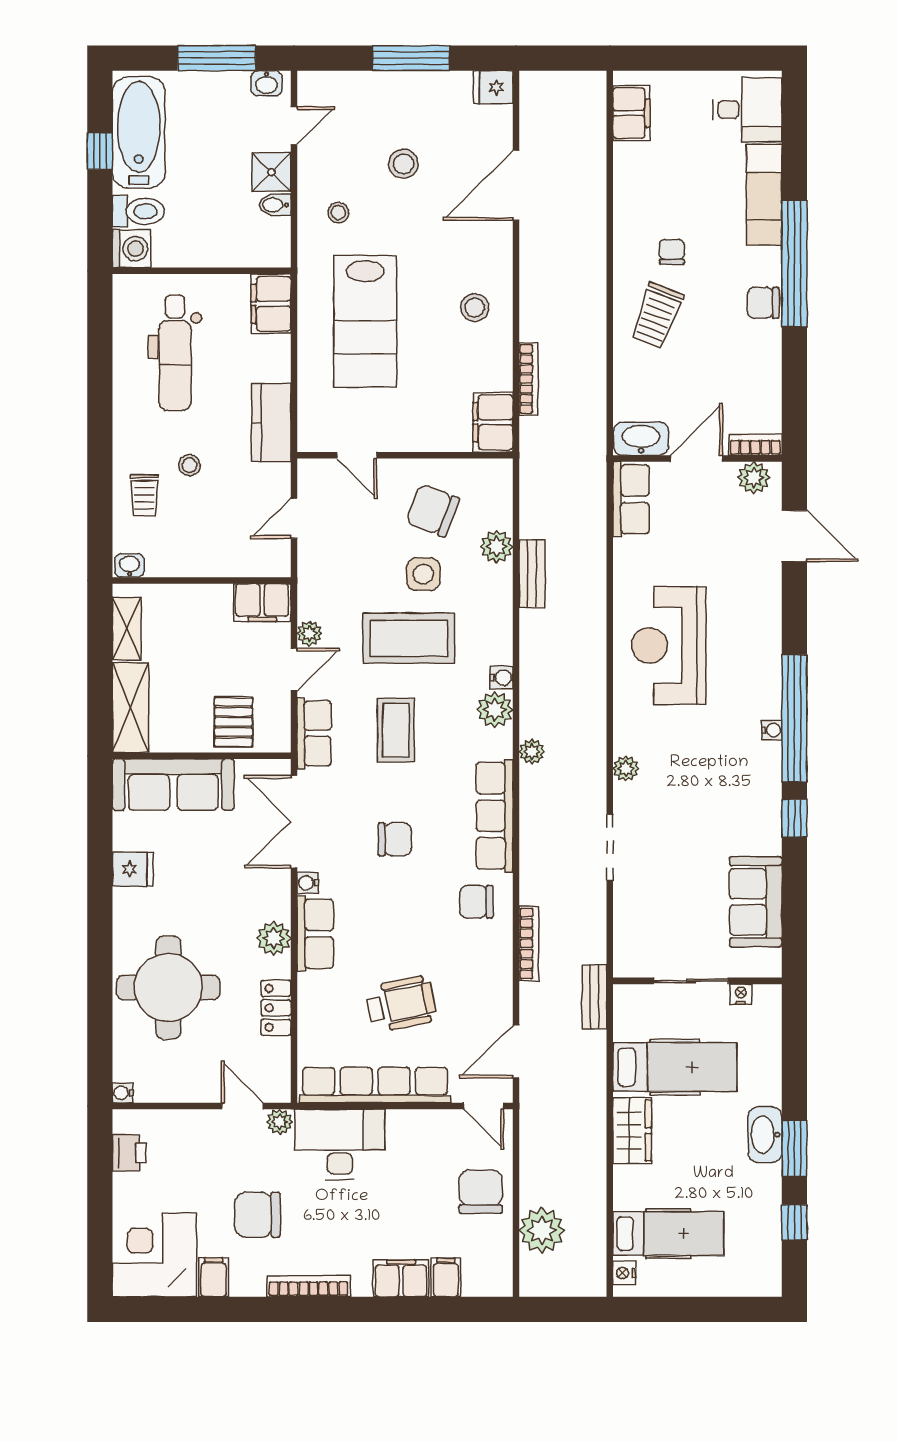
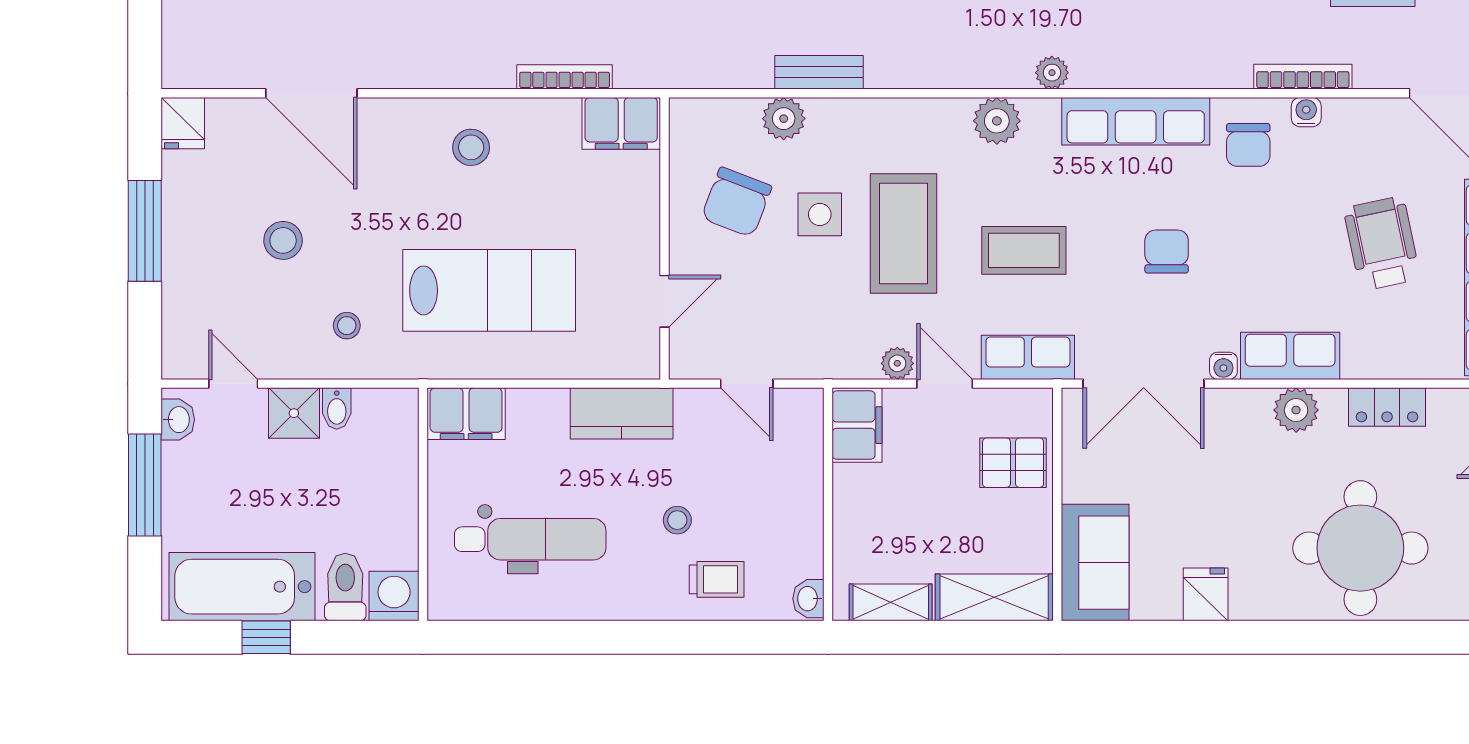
water cooler: (502, 678) -> (1306, 112), moved
sofa: (173, 785) -> (1095, 563), width x0.73

